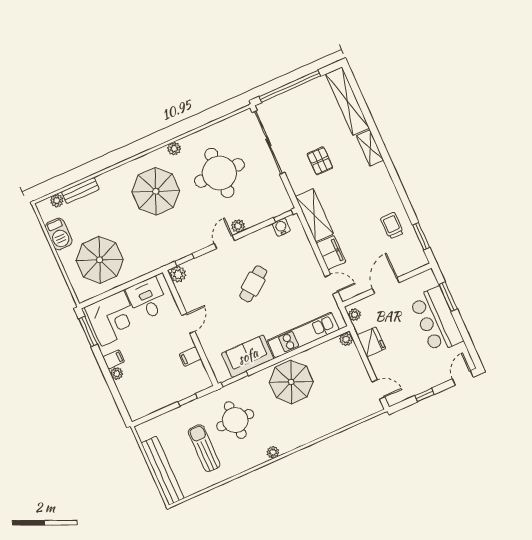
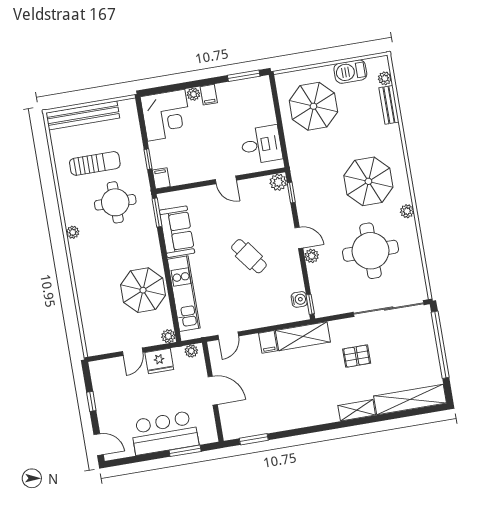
trolley: (392, 226) -> (272, 412), removed
filing cabinet: (331, 253) -> (268, 342), width x0.50
corner desk: (112, 318) -> (166, 115), moved, turned -90
filing cabinet: (190, 357) -> (161, 178), moved
parasol: (291, 382) -> (143, 290), moved
door: (378, 389) -> (133, 352), moved

